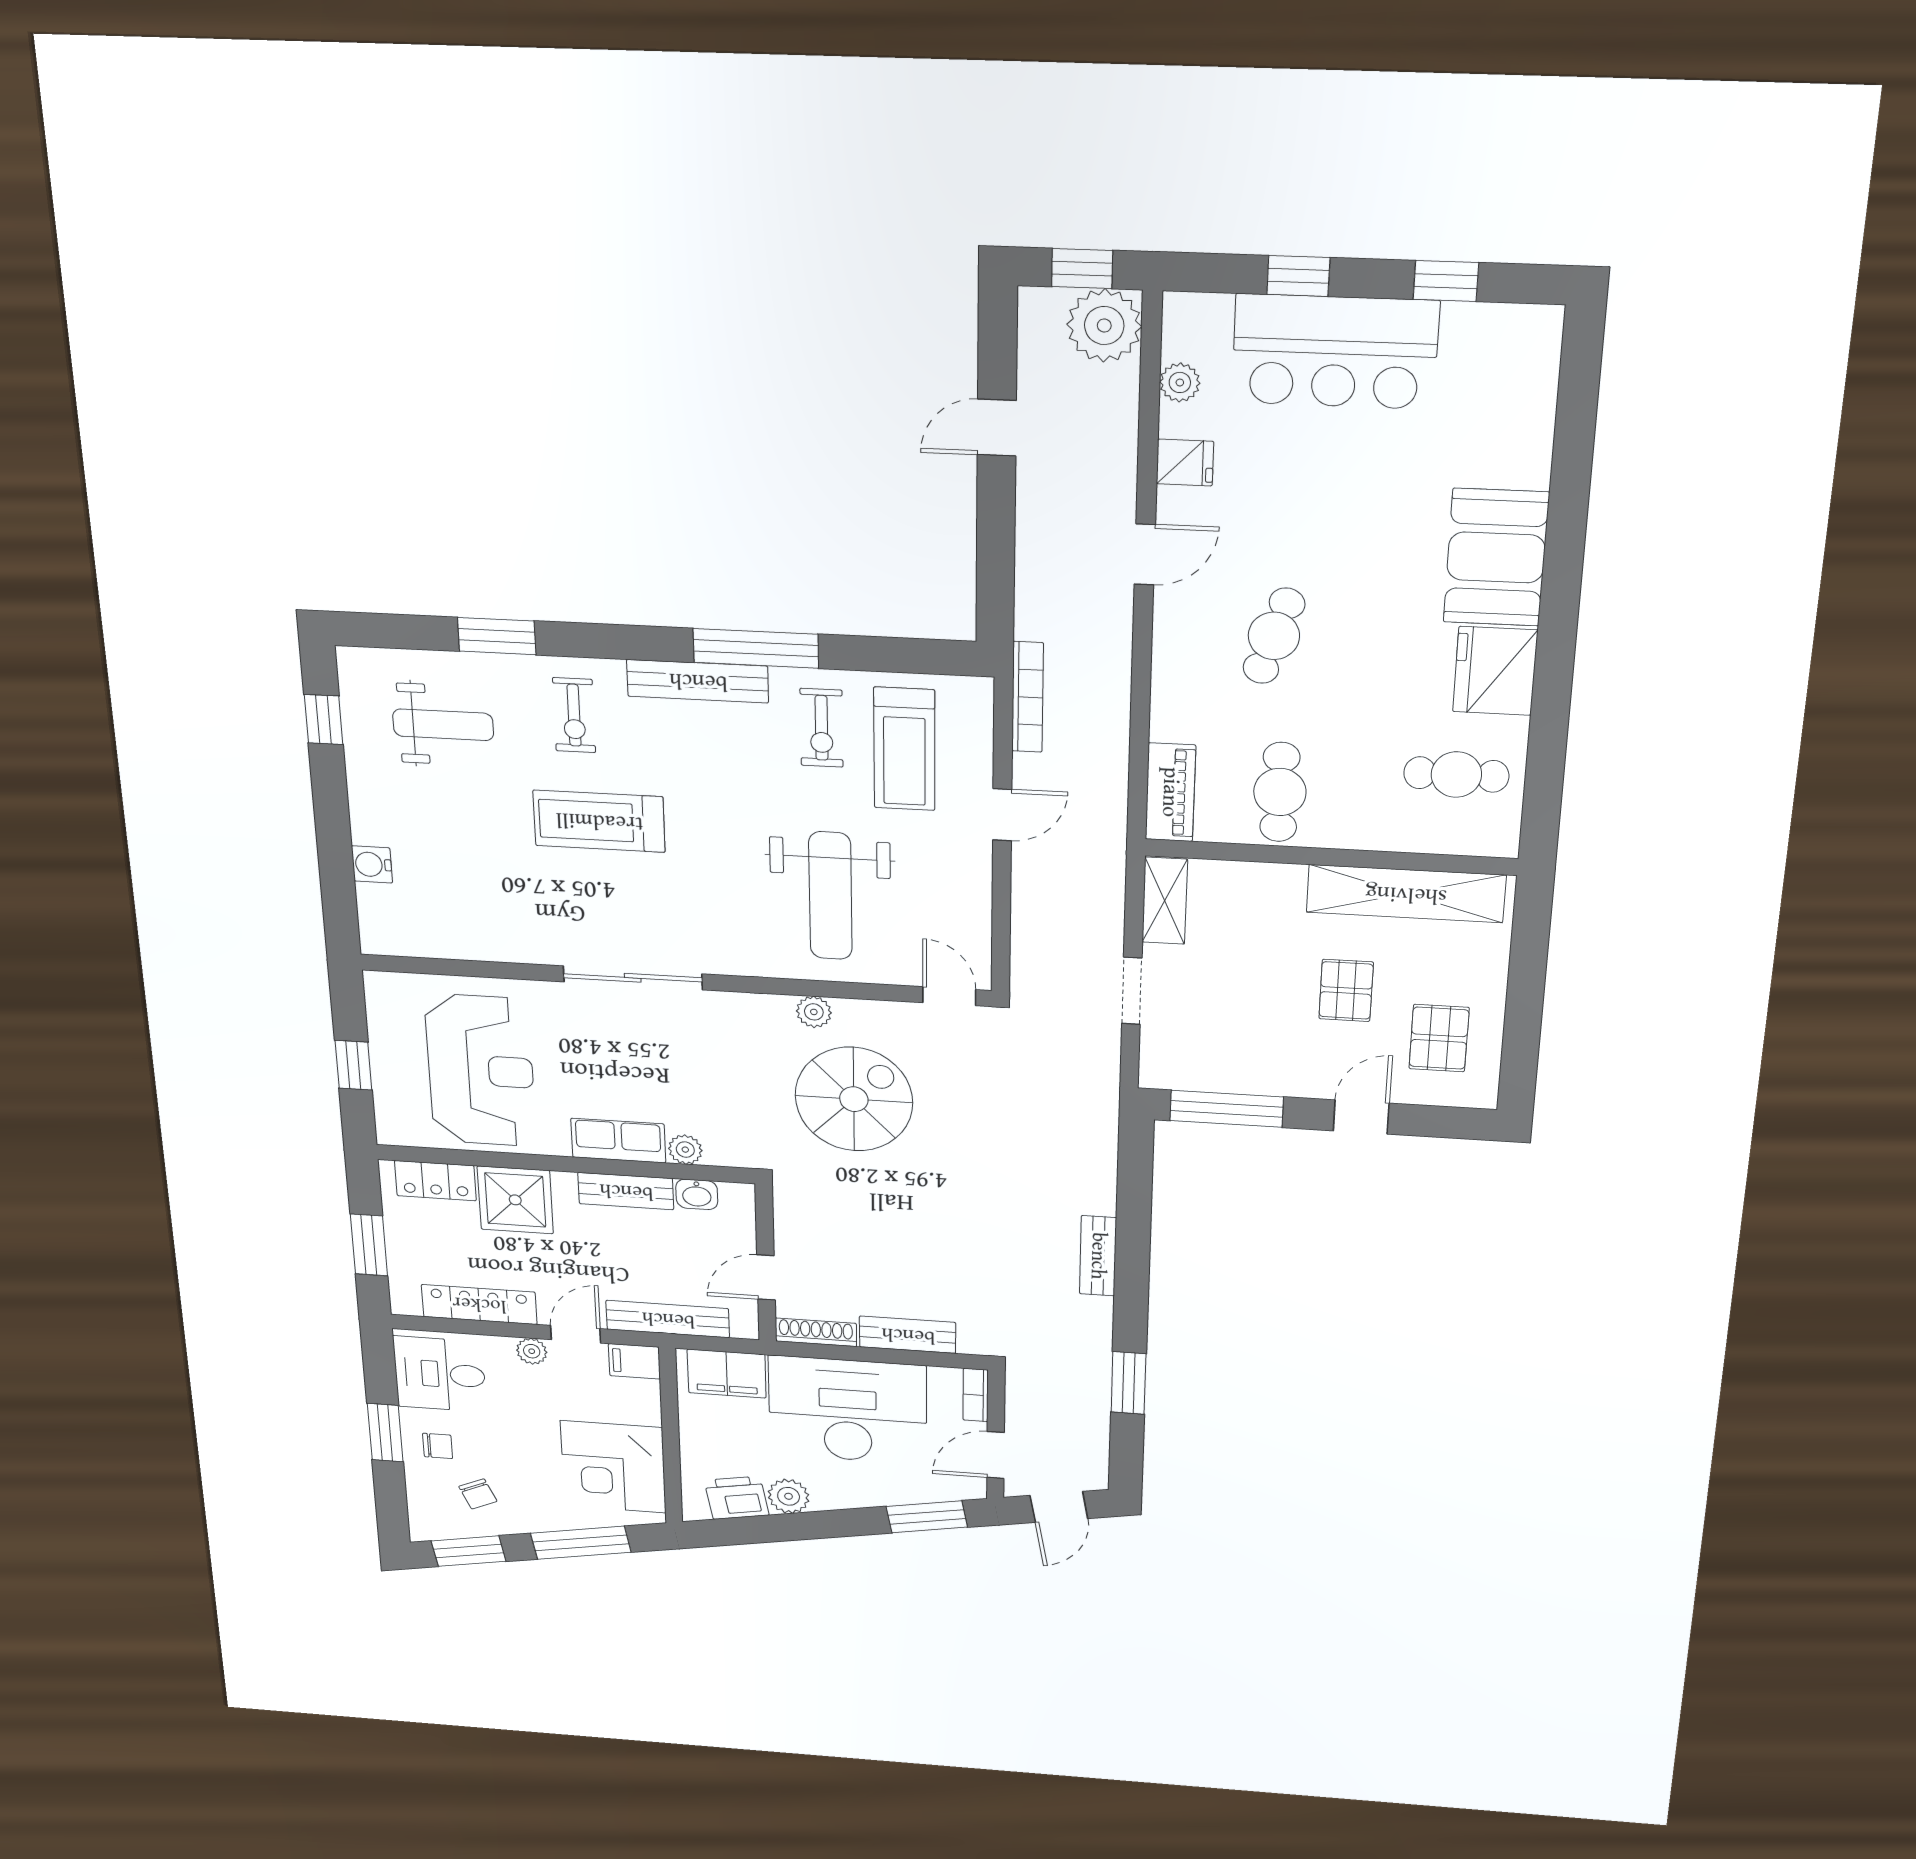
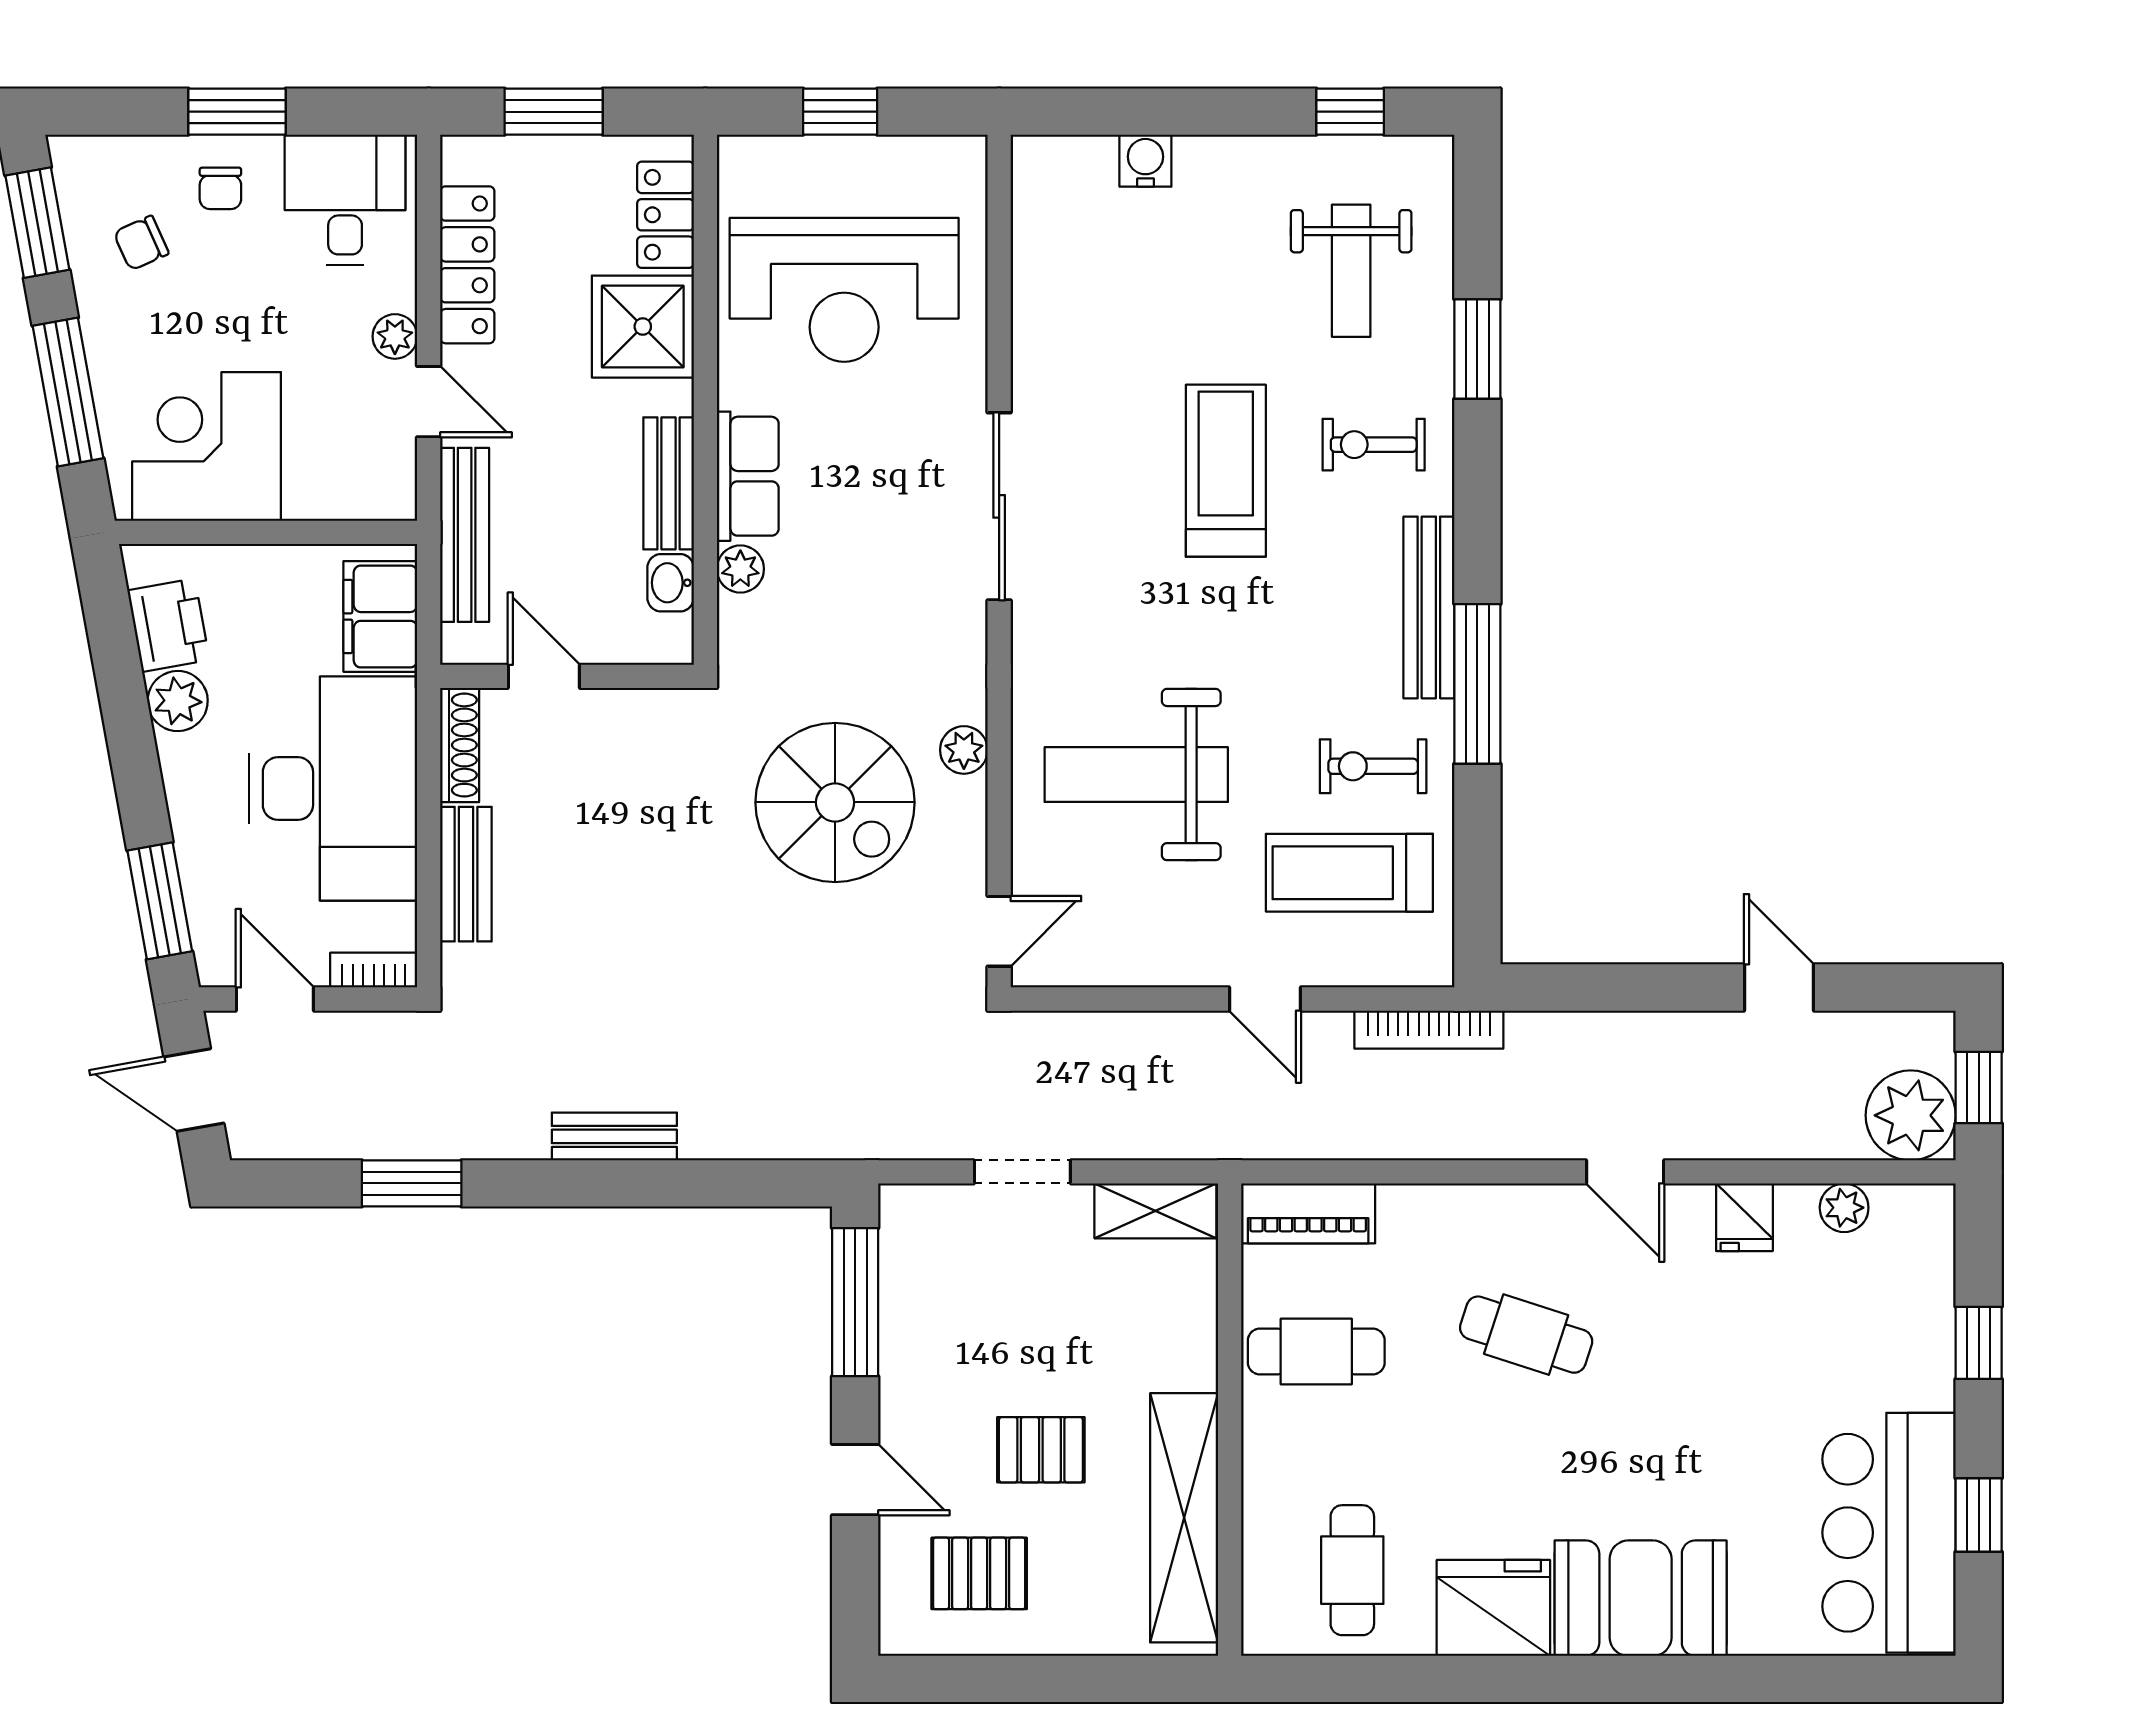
bar counter: (1335, 352) -> (1889, 1533), moved
filing cabinet: (634, 1361) -> (390, 484), removed

